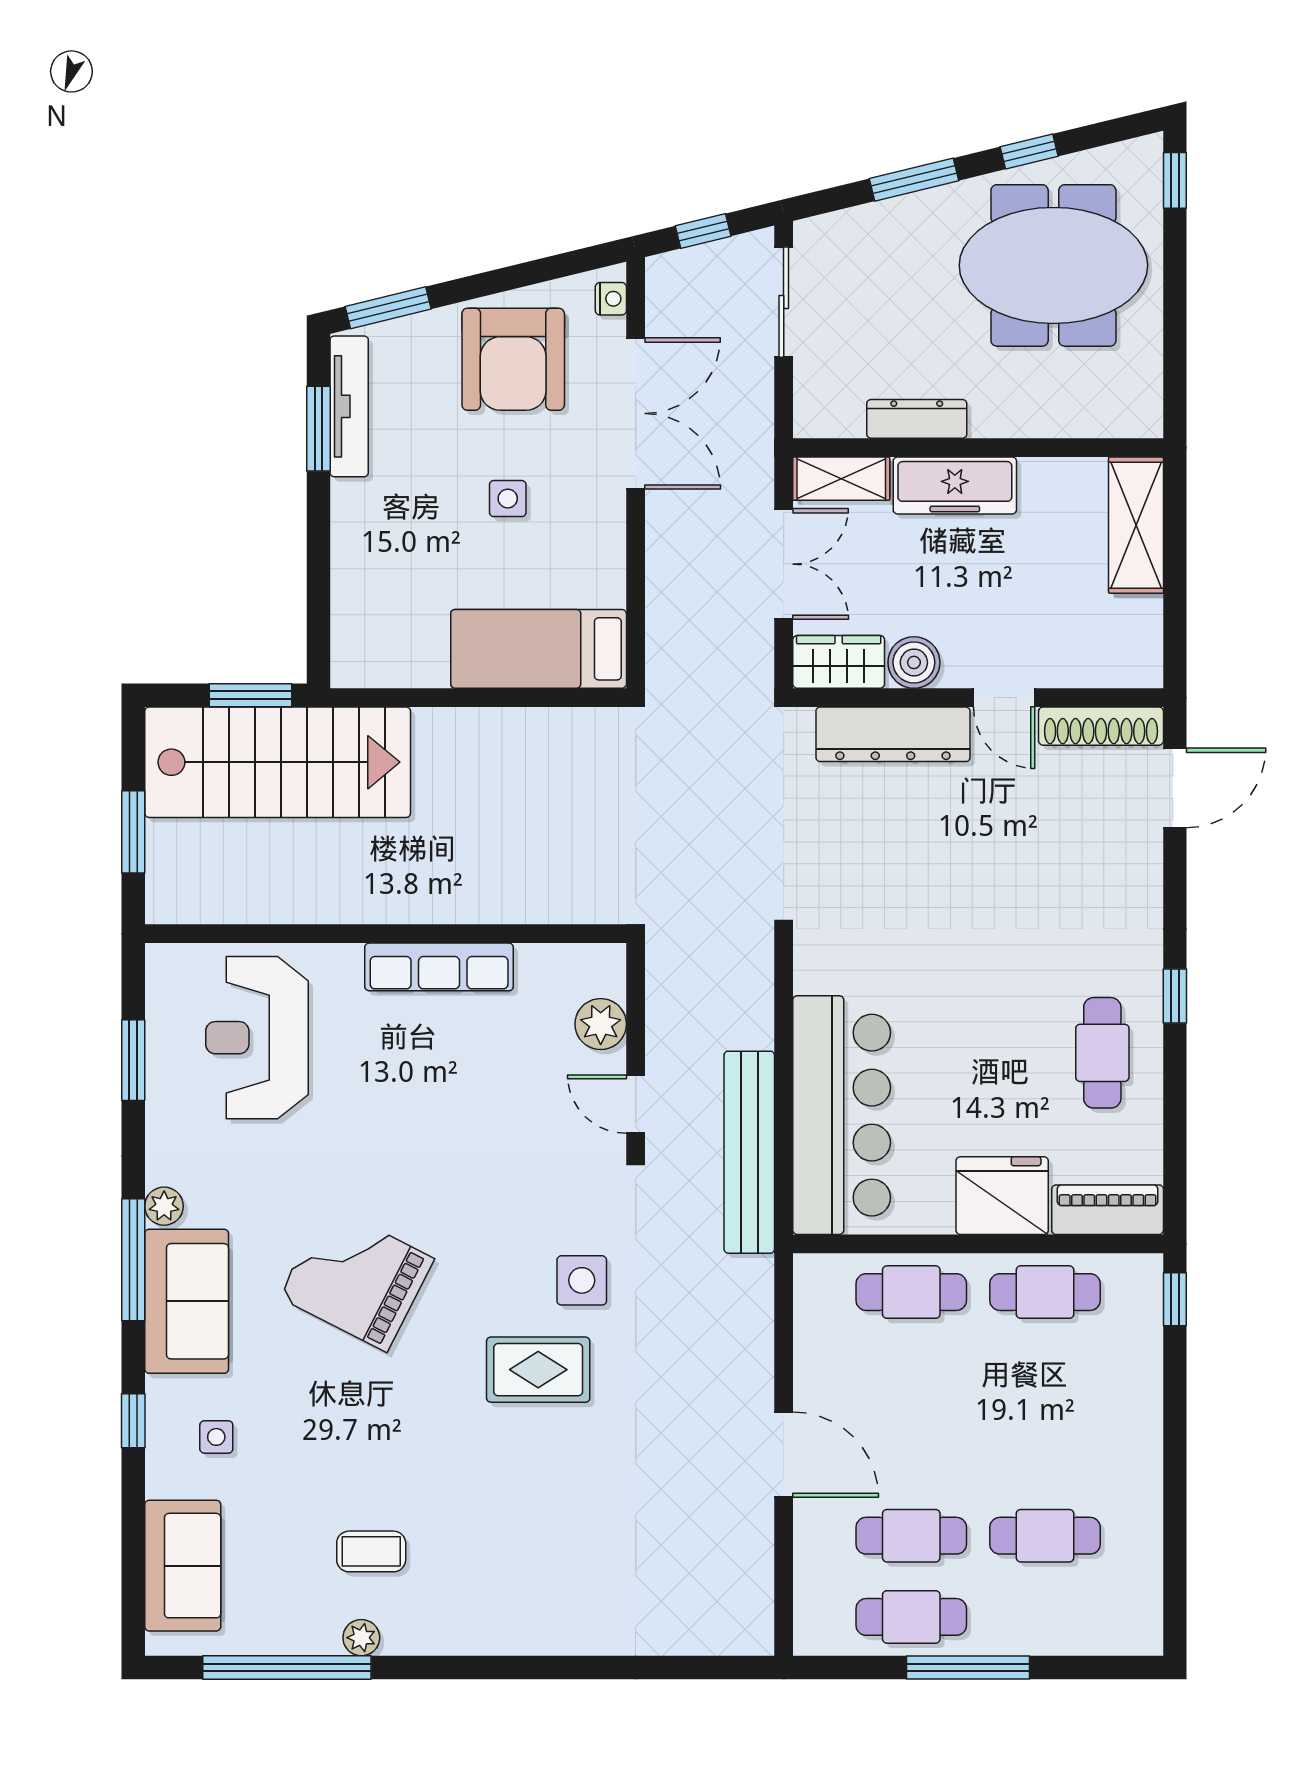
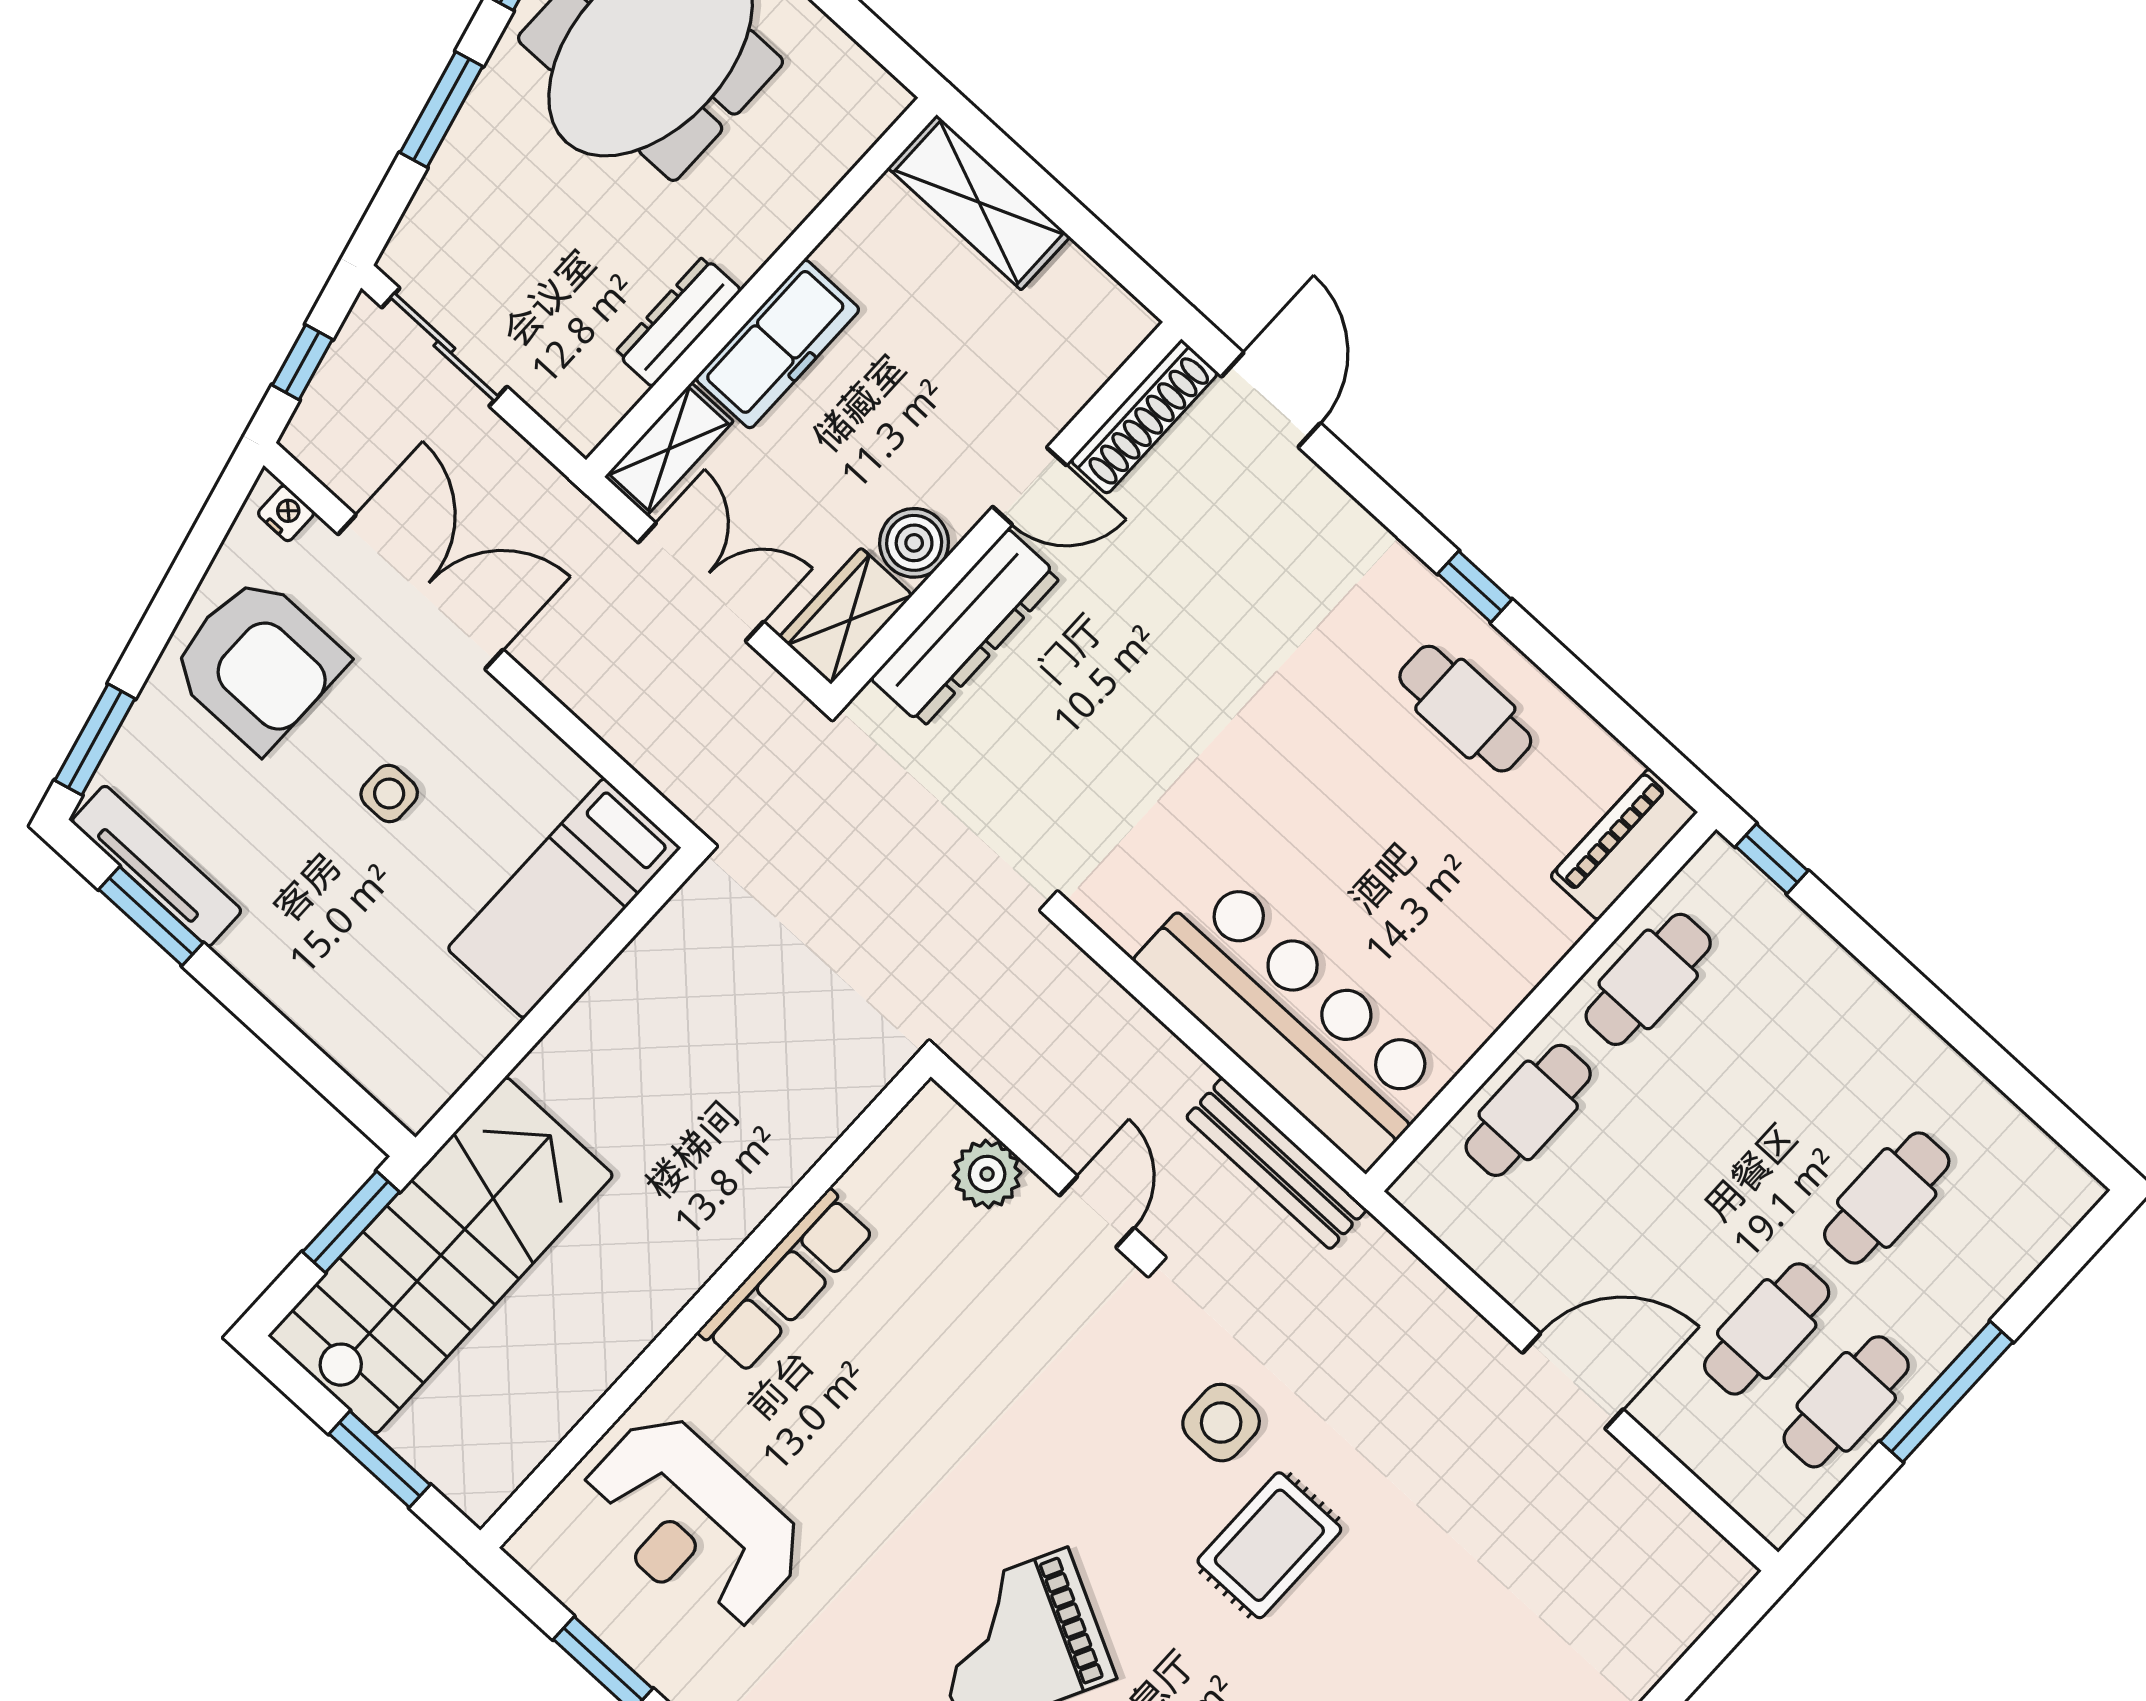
door: (636, 1104) -> (1097, 1212), swing flipped
bench: (749, 1152) -> (1276, 1163), width x0.73, depth x0.82
fridge: (1002, 1196) -> (1515, 935), removed

